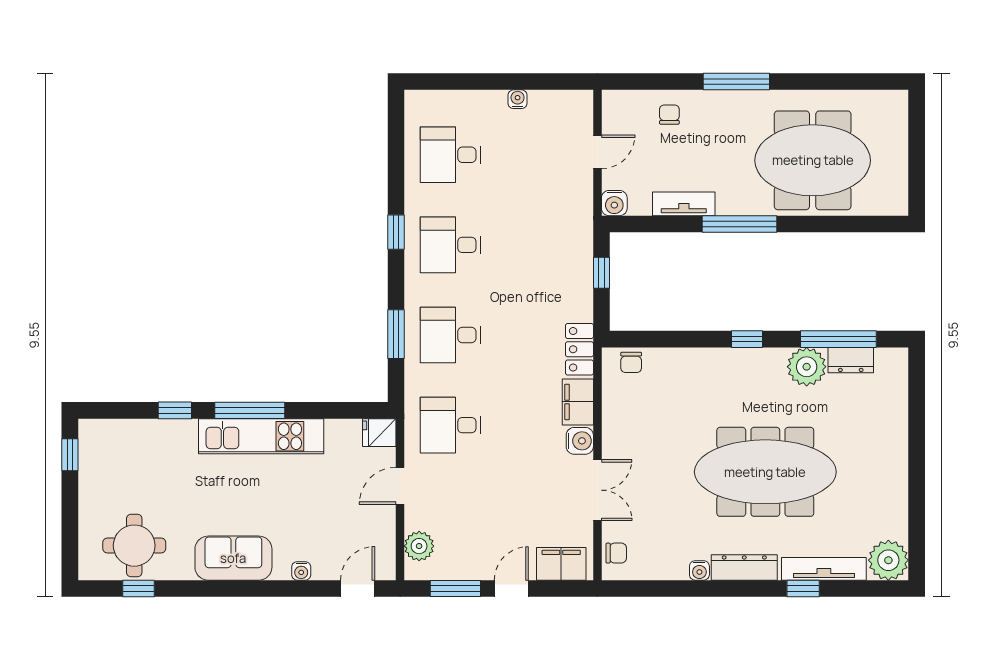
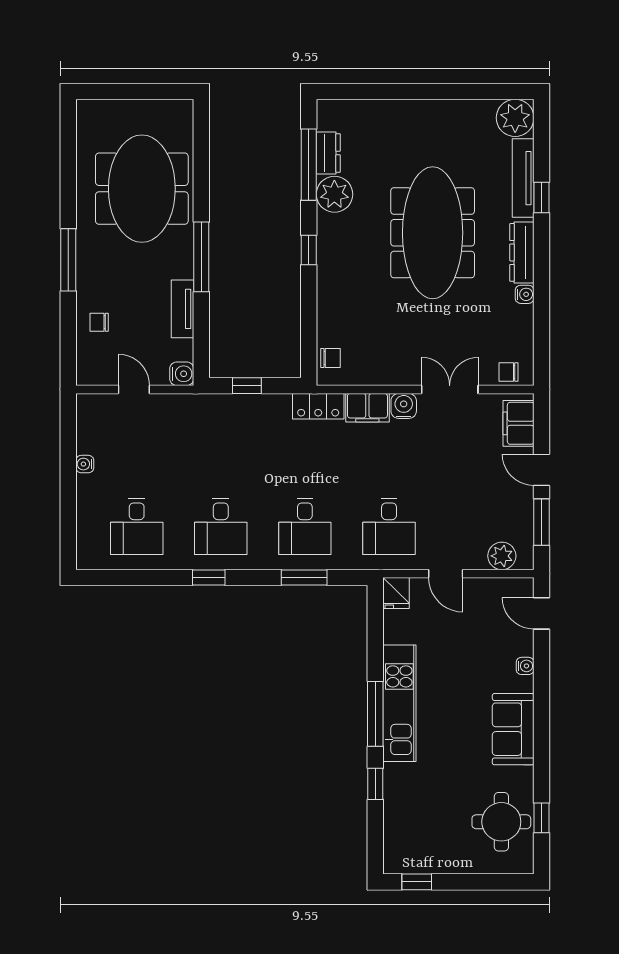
chair: (616, 553) -> (508, 372), turned -90

